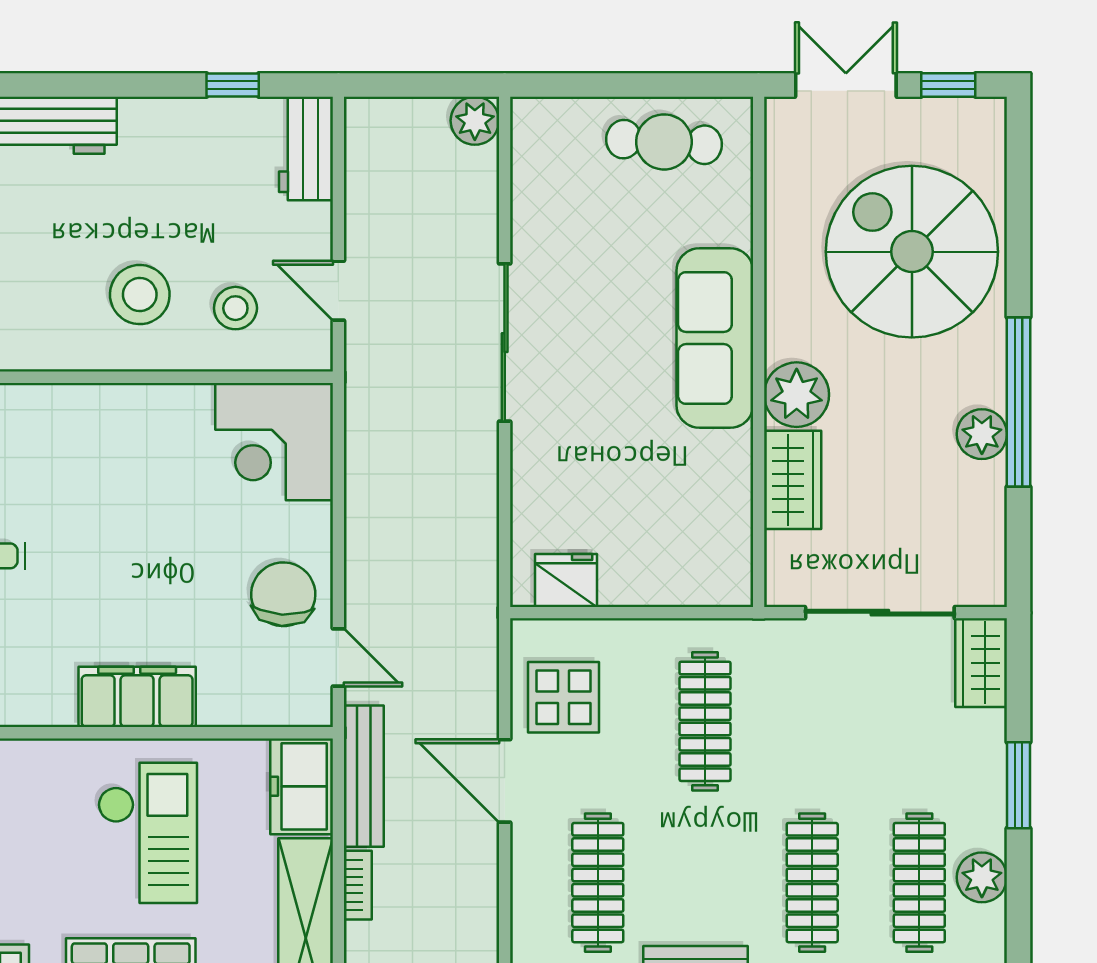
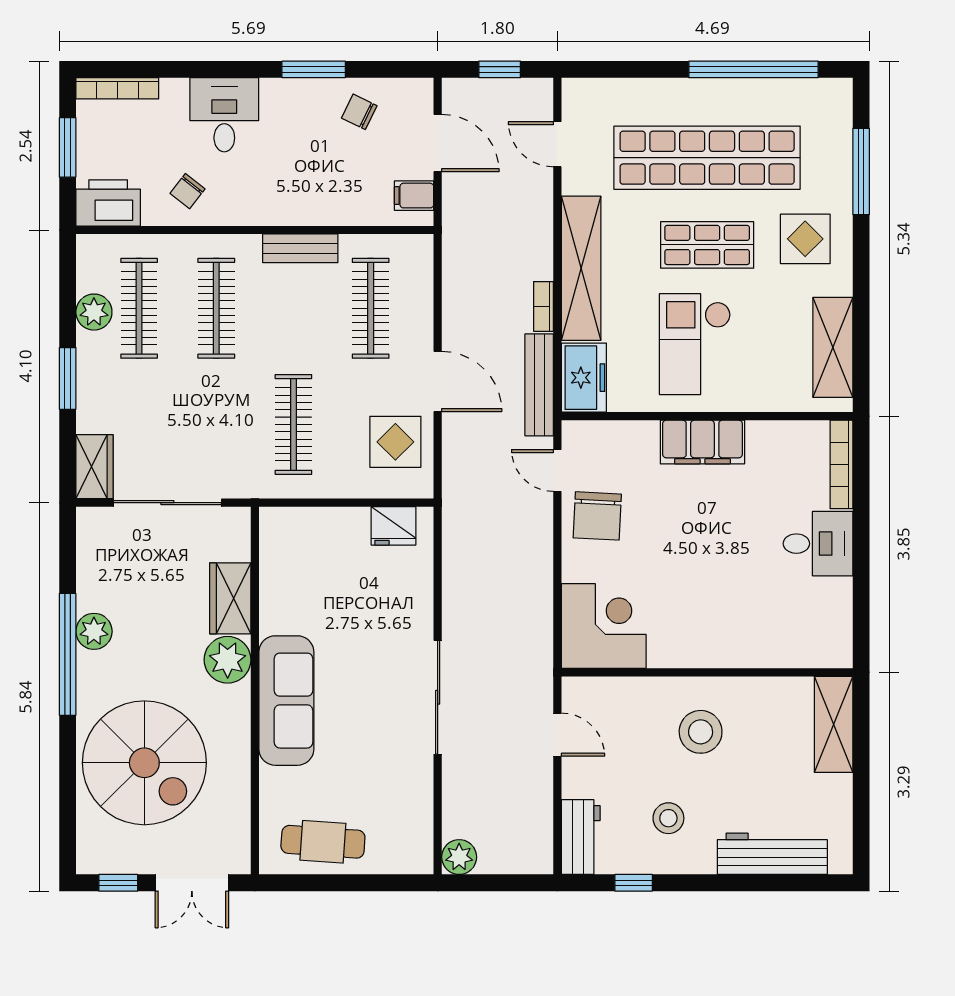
stool: (235, 308) -> (668, 818), moved

